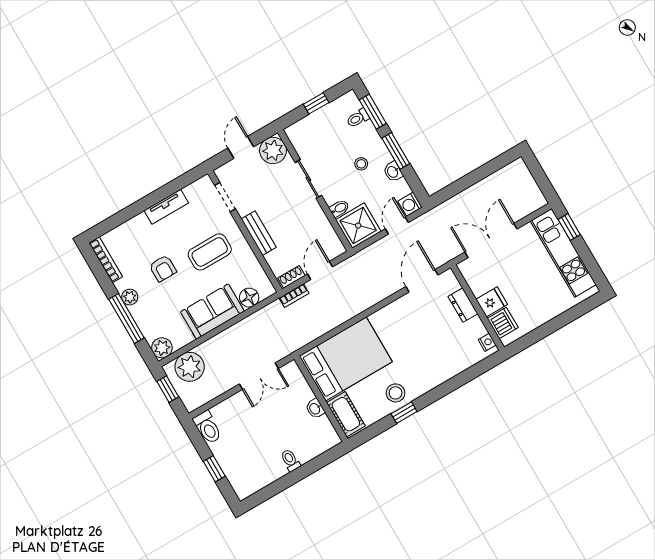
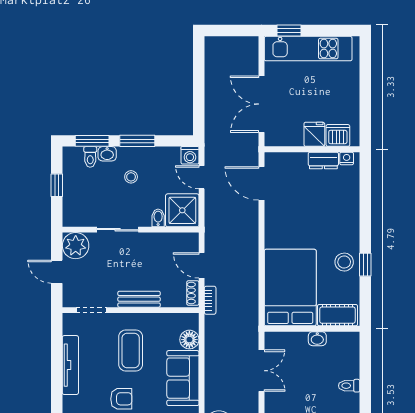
washbasin: (393, 172) -> (107, 154), moved
tv unit: (166, 207) -> (70, 365), width x1.41
dresser: (463, 305) -> (323, 161), moved

